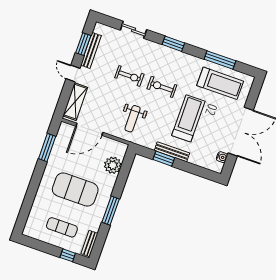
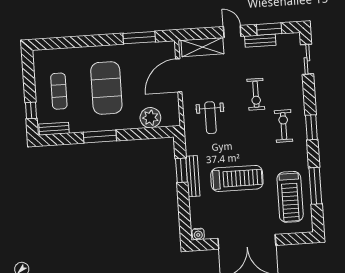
sliding door: (133, 30) -> (307, 59), moved
bench: (91, 50) -> (260, 41), width x0.73
door: (73, 74) -> (232, 31), hinge flipped
exercise bike: (162, 87) -> (284, 126), moved
weight bench: (133, 119) -> (211, 118), turned -90
door: (89, 129) -> (179, 75), hinge flipped
water cooler: (222, 157) -> (198, 234), moved

